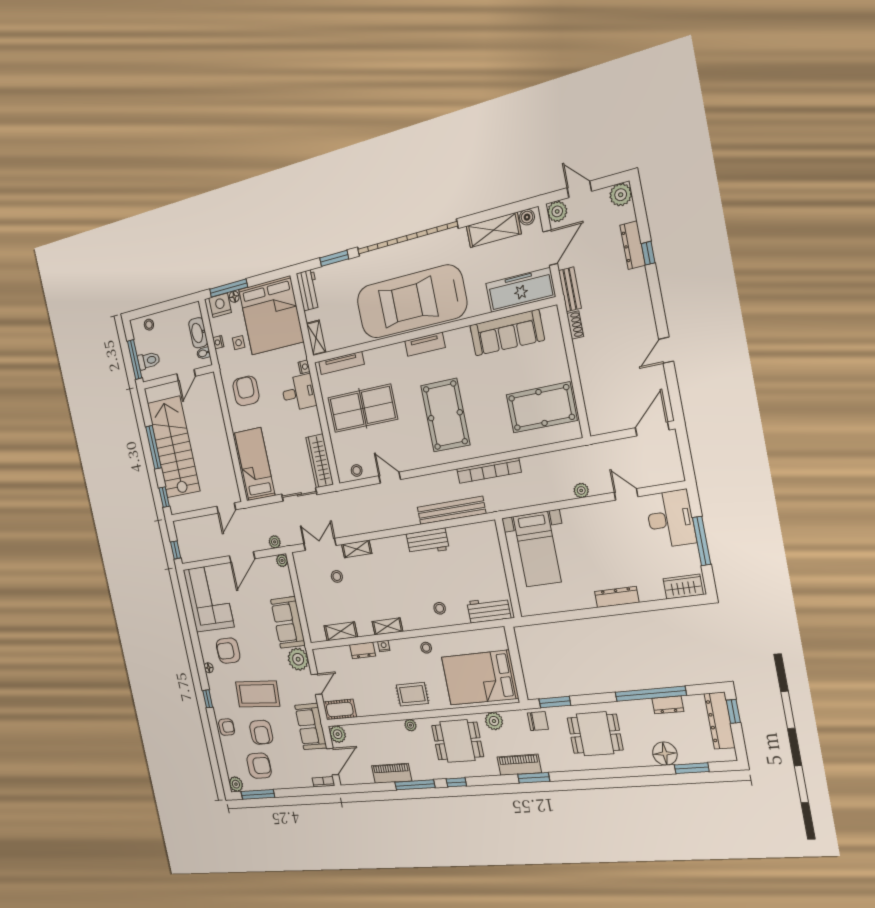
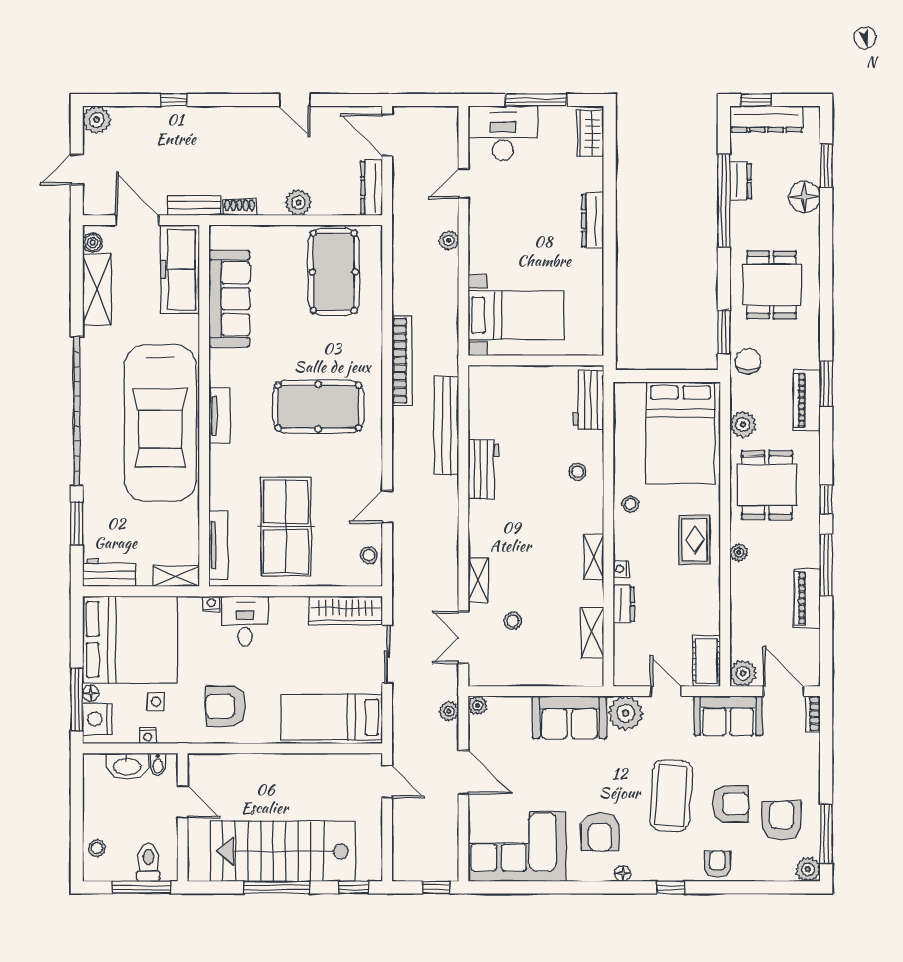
plant: (557, 211) -> (298, 202), moved
dresser: (633, 245) -> (372, 188), moved, turned 90

